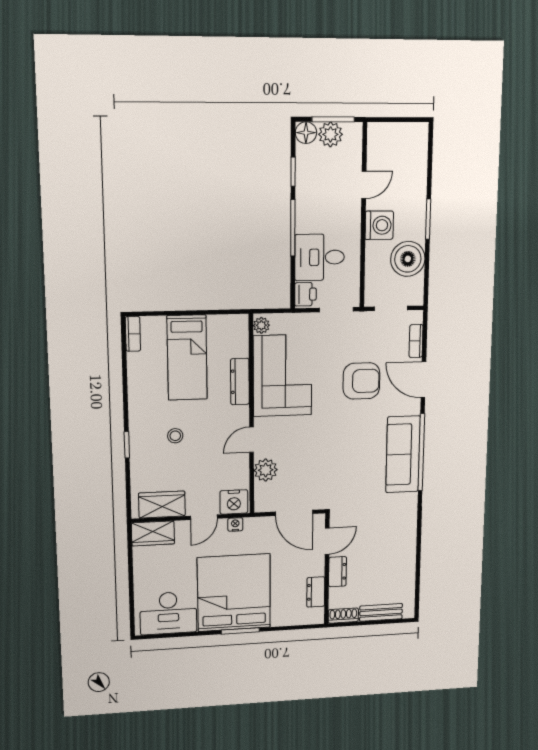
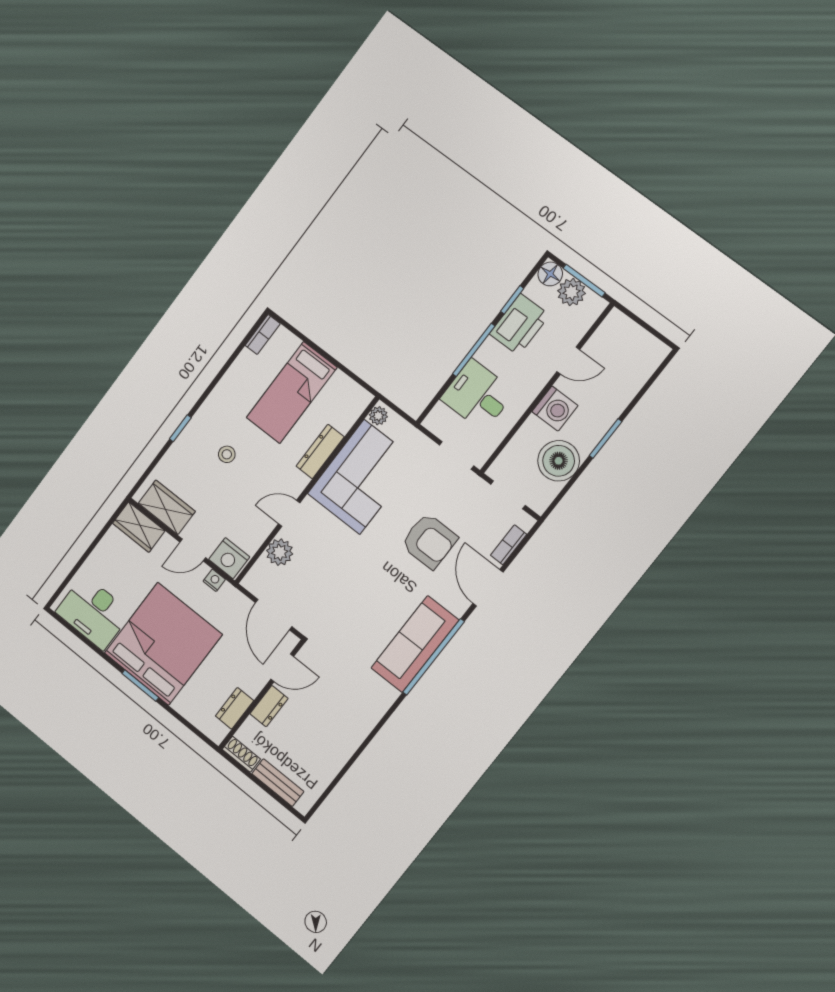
printer: (305, 294) -> (519, 324), moved, width x1.87, depth x1.48

